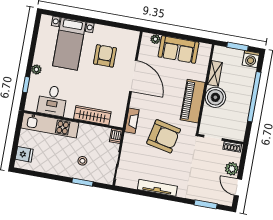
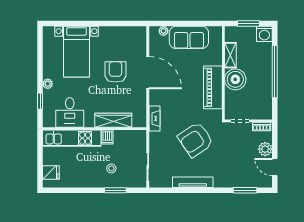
armchair: (105, 56) -> (115, 72), moved
dishwasher: (116, 136) -> (107, 137), moved
armchair: (164, 136) -> (196, 140), moved, turned 134

